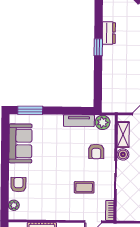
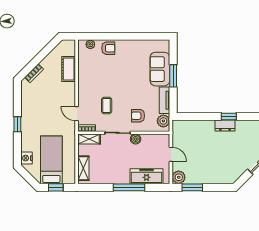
dresser: (109, 33) -> (225, 126), moved
window: (30, 110) -> (173, 76), moved
shelving: (123, 135) -> (89, 139), moved
sofa: (20, 143) -> (160, 69), moved, turned 90

